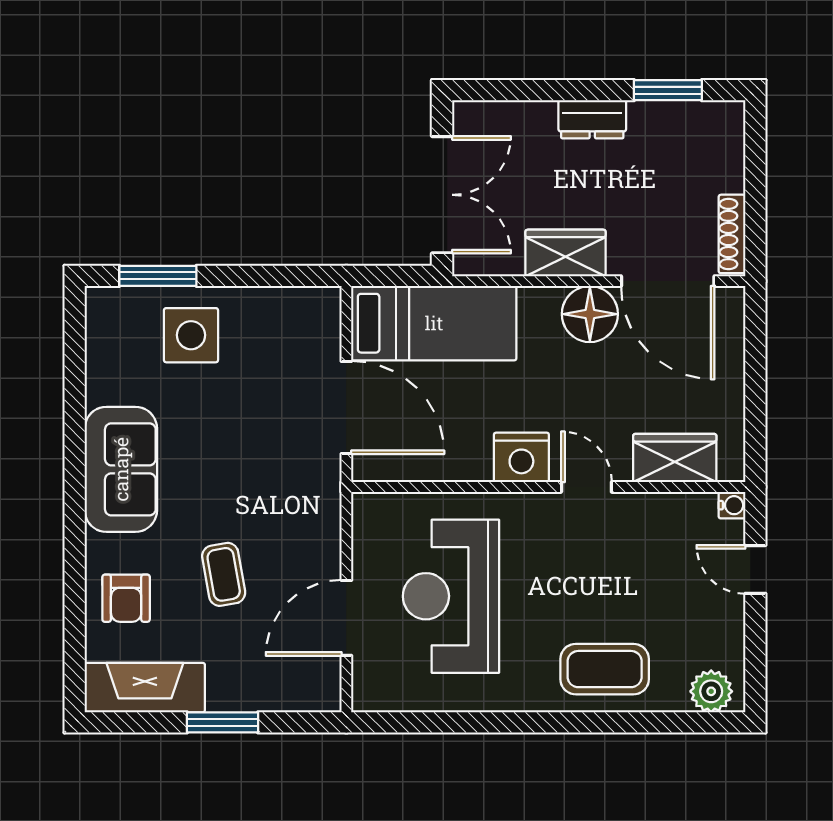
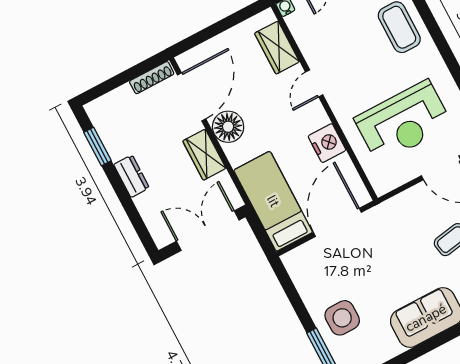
nightstand: (521, 457) -> (327, 143), moved

